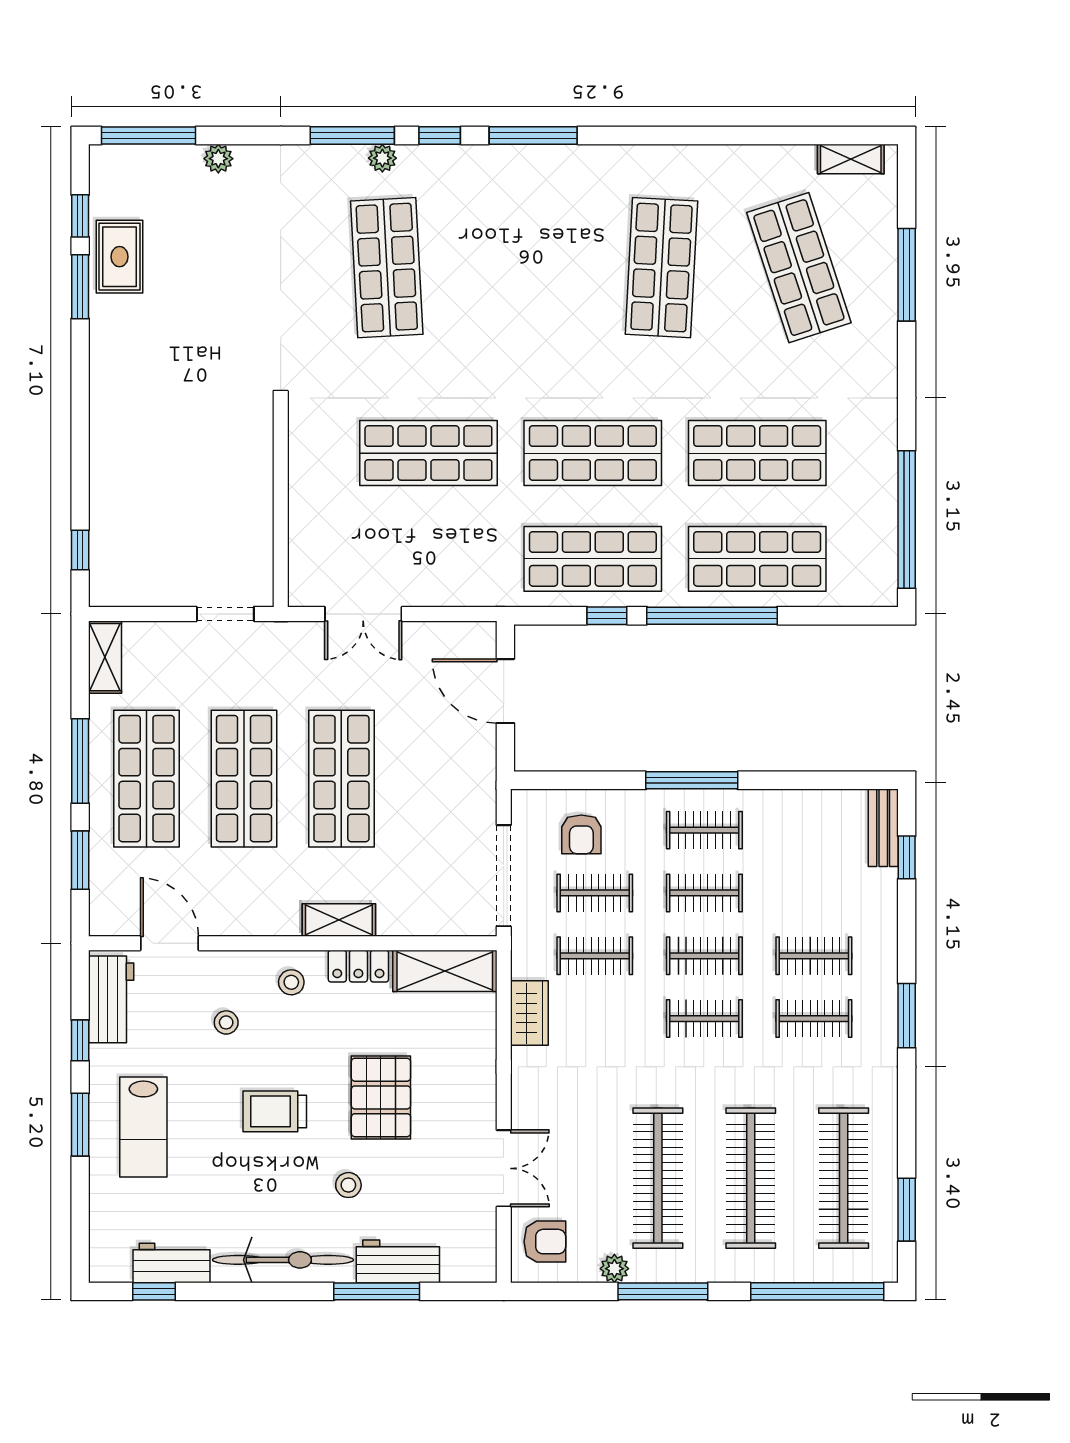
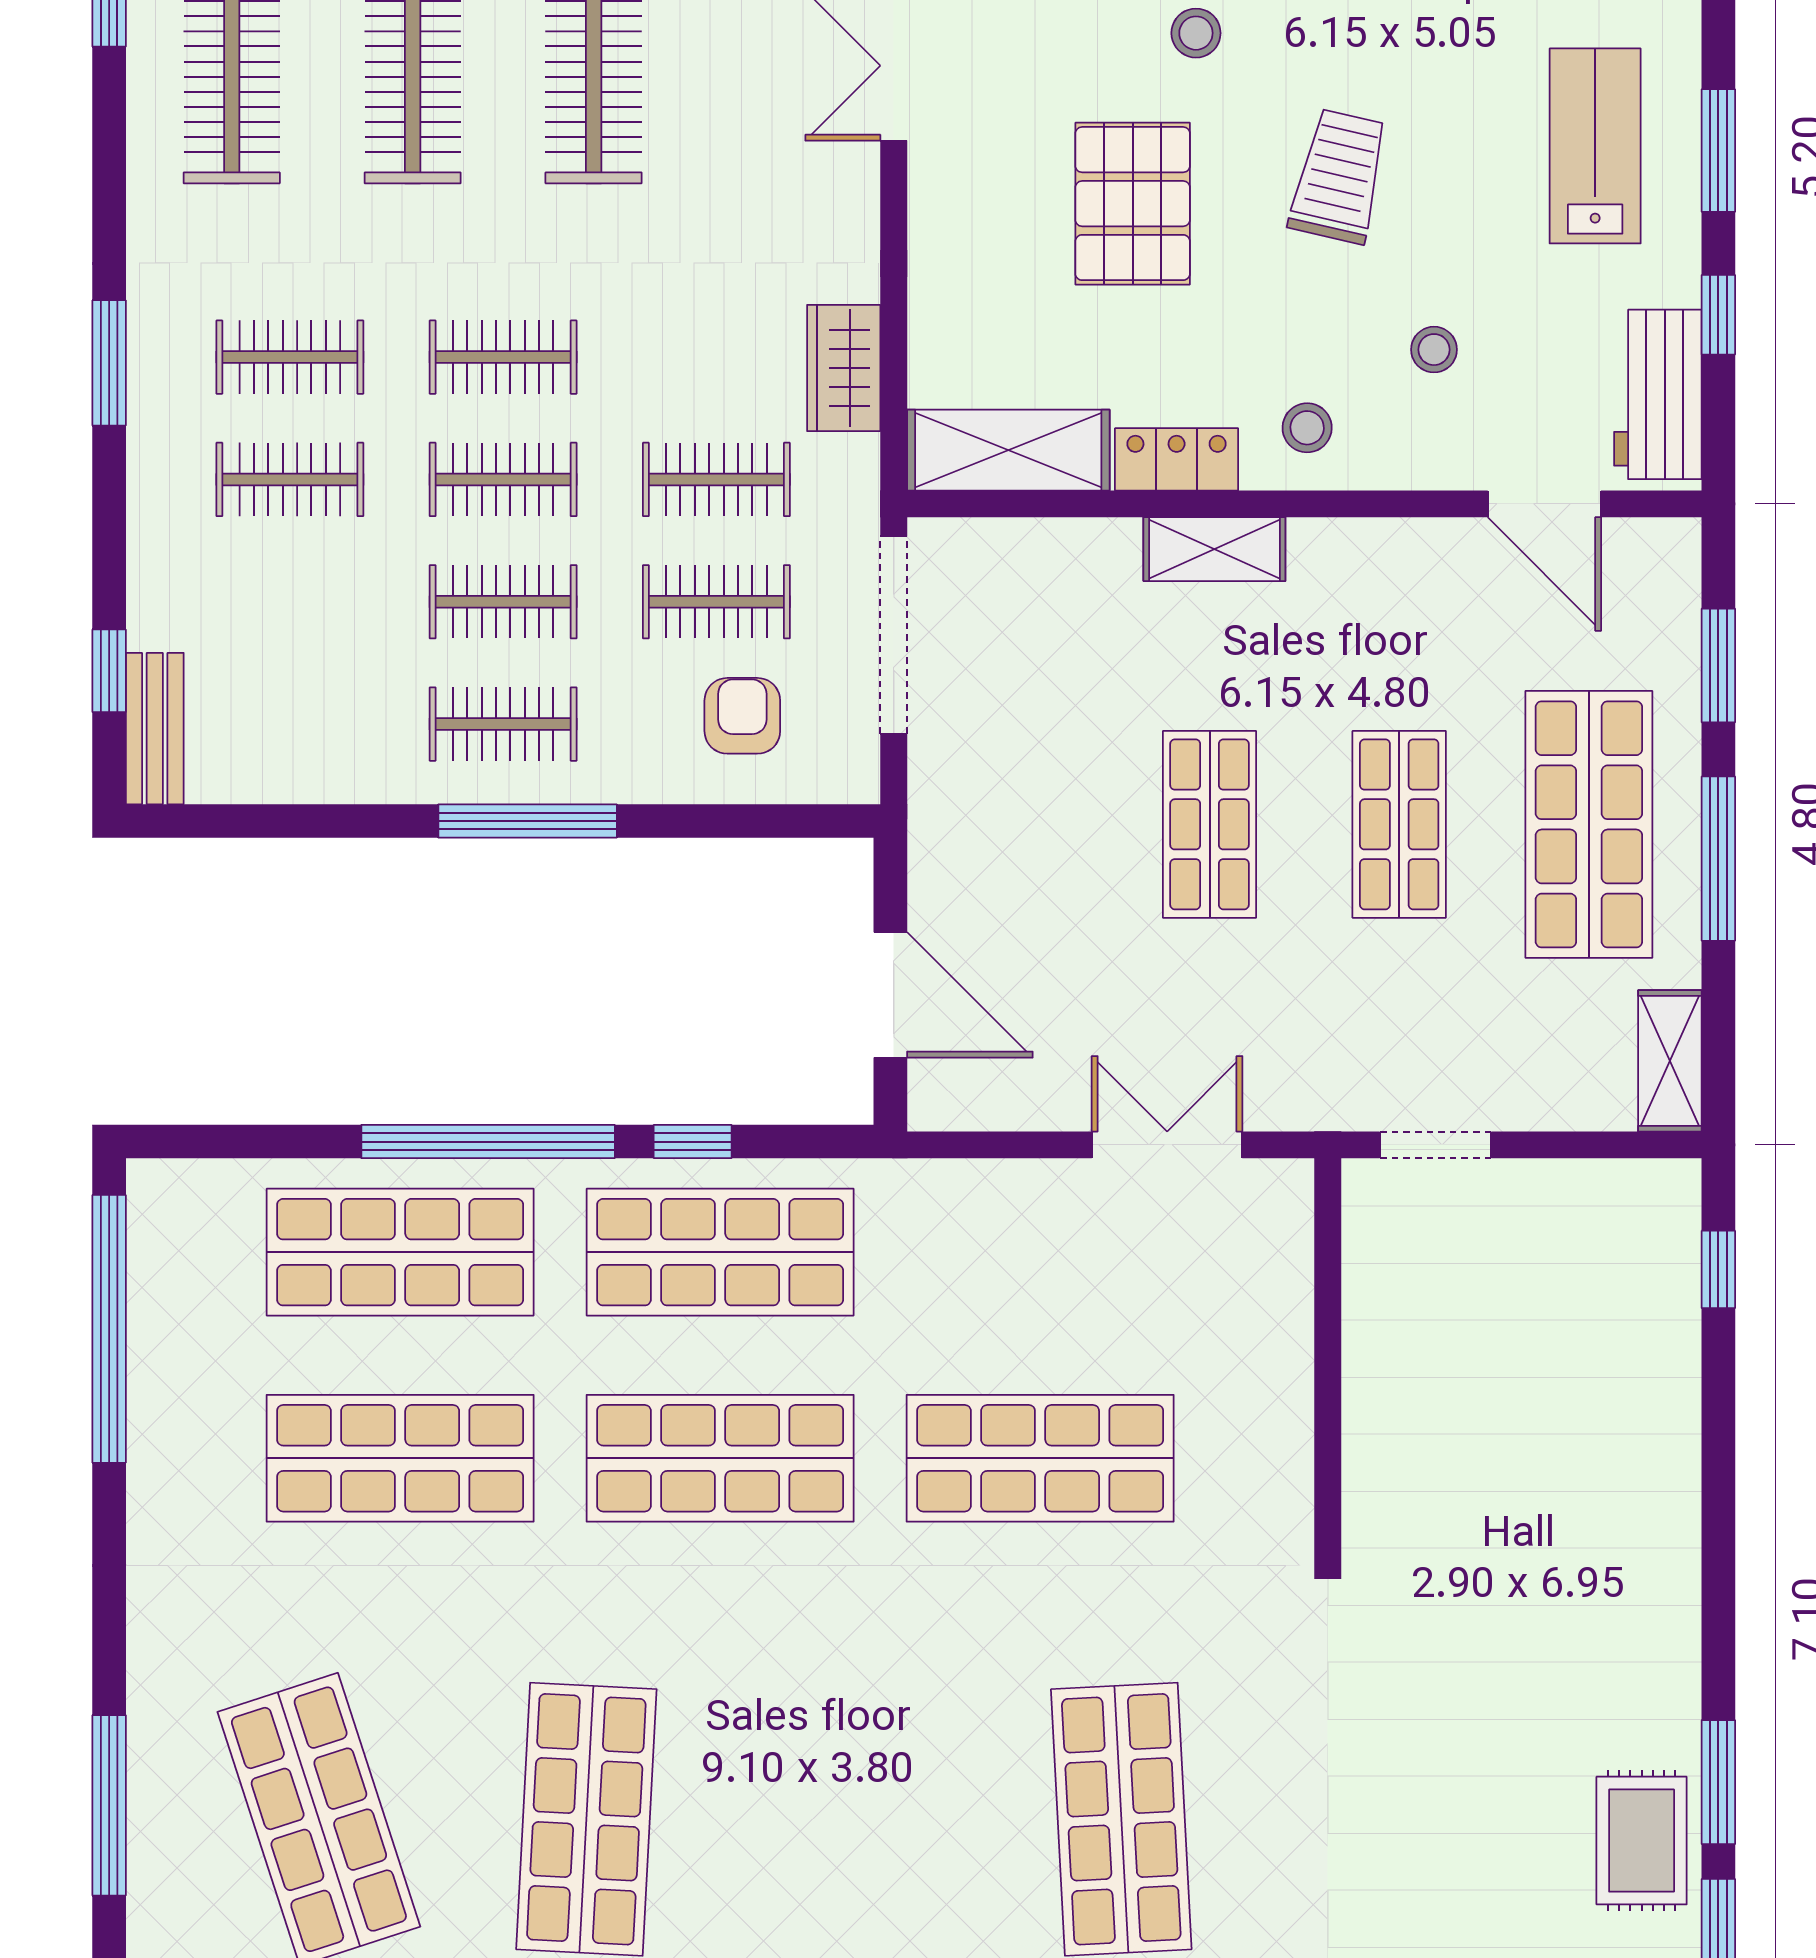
shop shelf: (244, 779) -> (1399, 824), width x0.70, depth x0.74
shop shelf: (341, 779) -> (1210, 824), width x0.70, depth x0.74
trolley: (275, 1111) -> (1339, 176), turned -77

